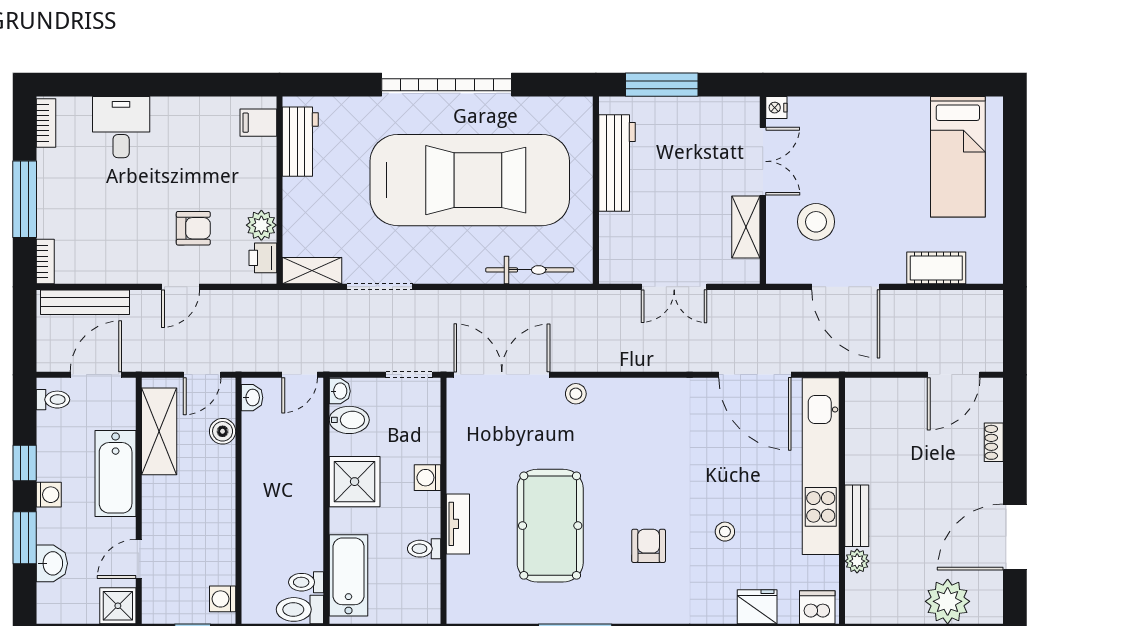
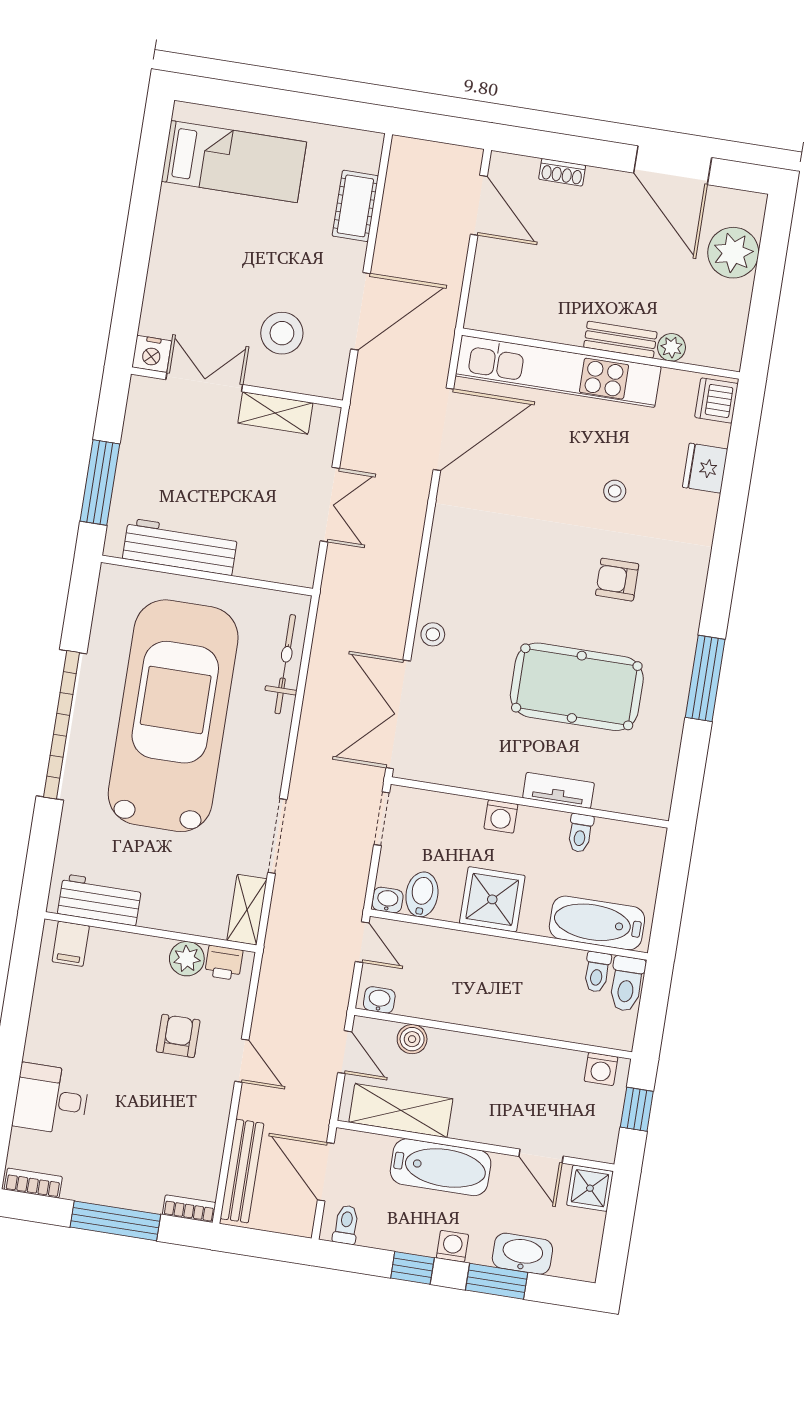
nightstand: (776, 108) -> (152, 354), width x1.39, depth x1.35
washbasin: (52, 563) -> (522, 1254), width x1.38

